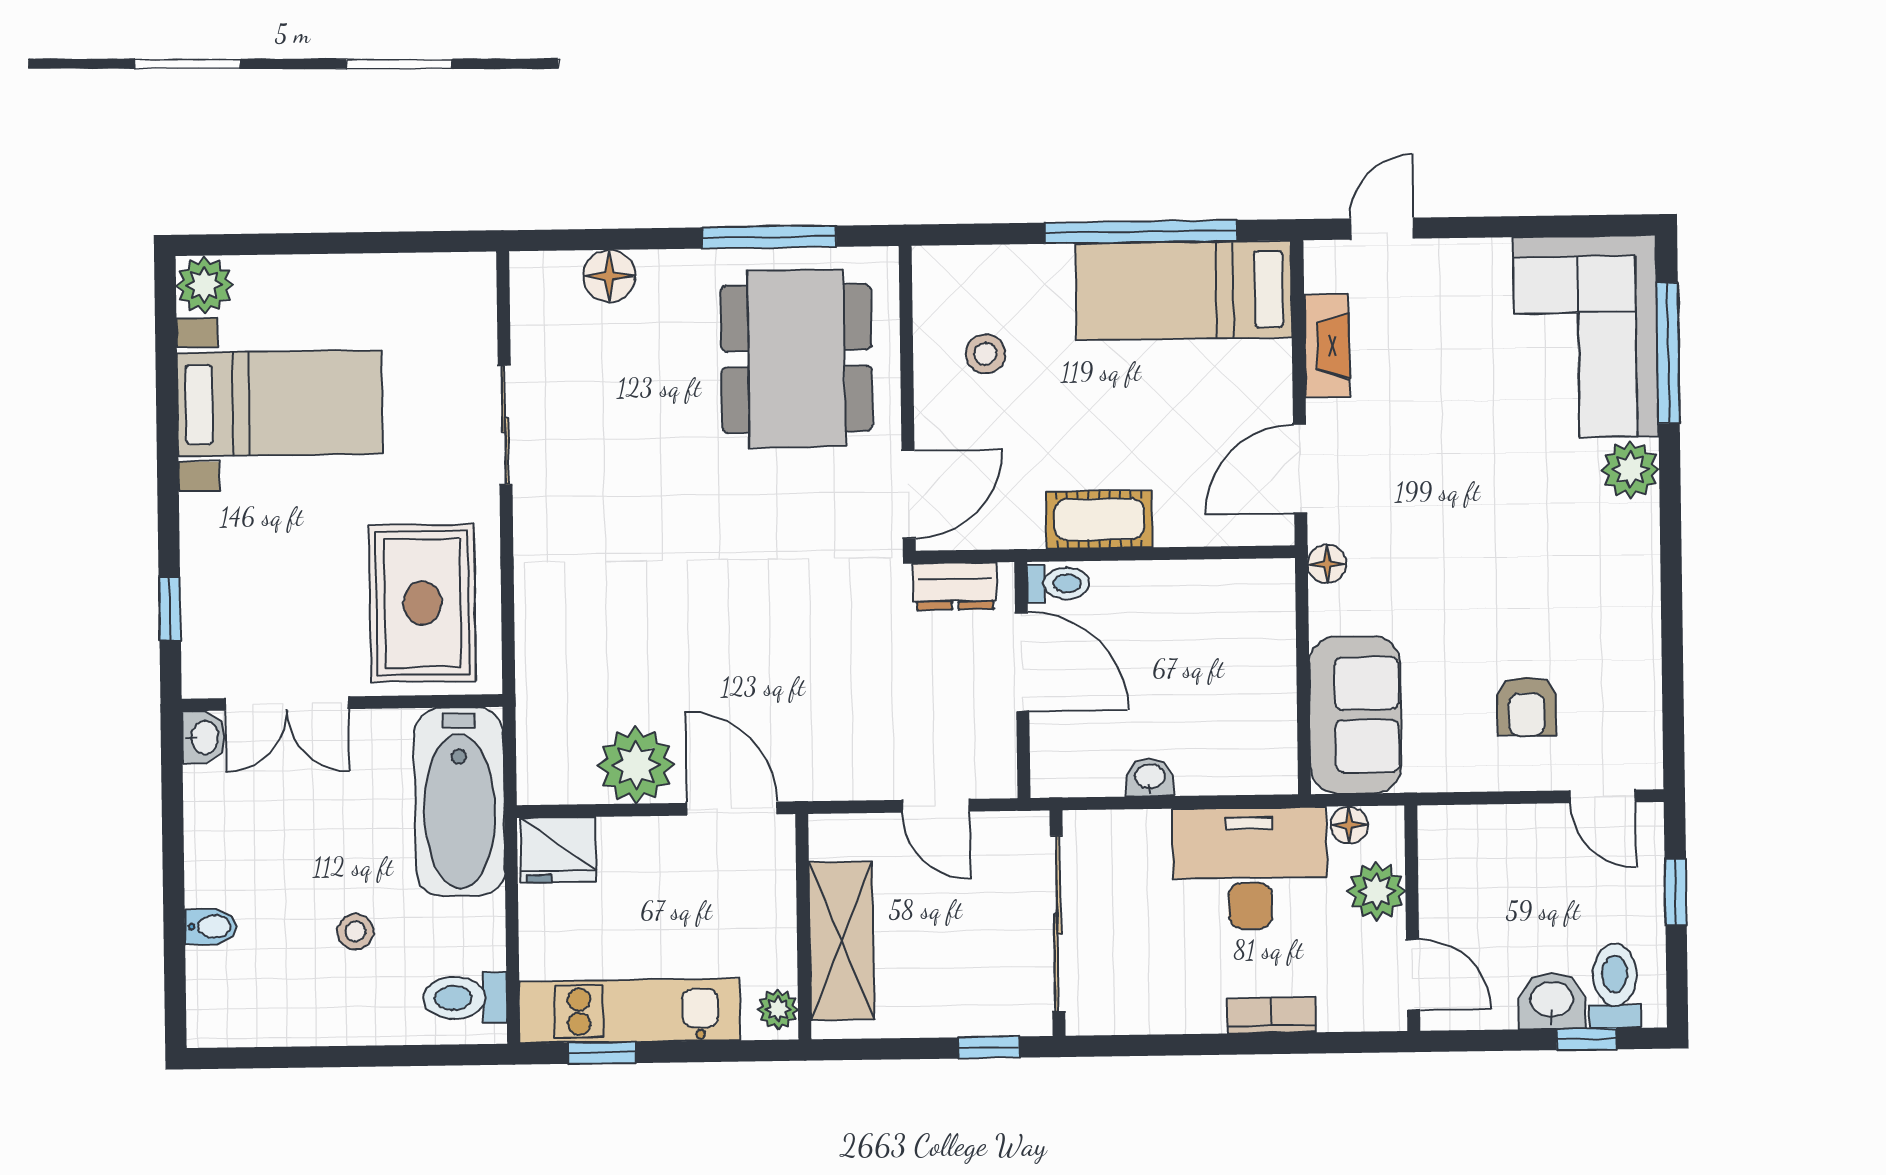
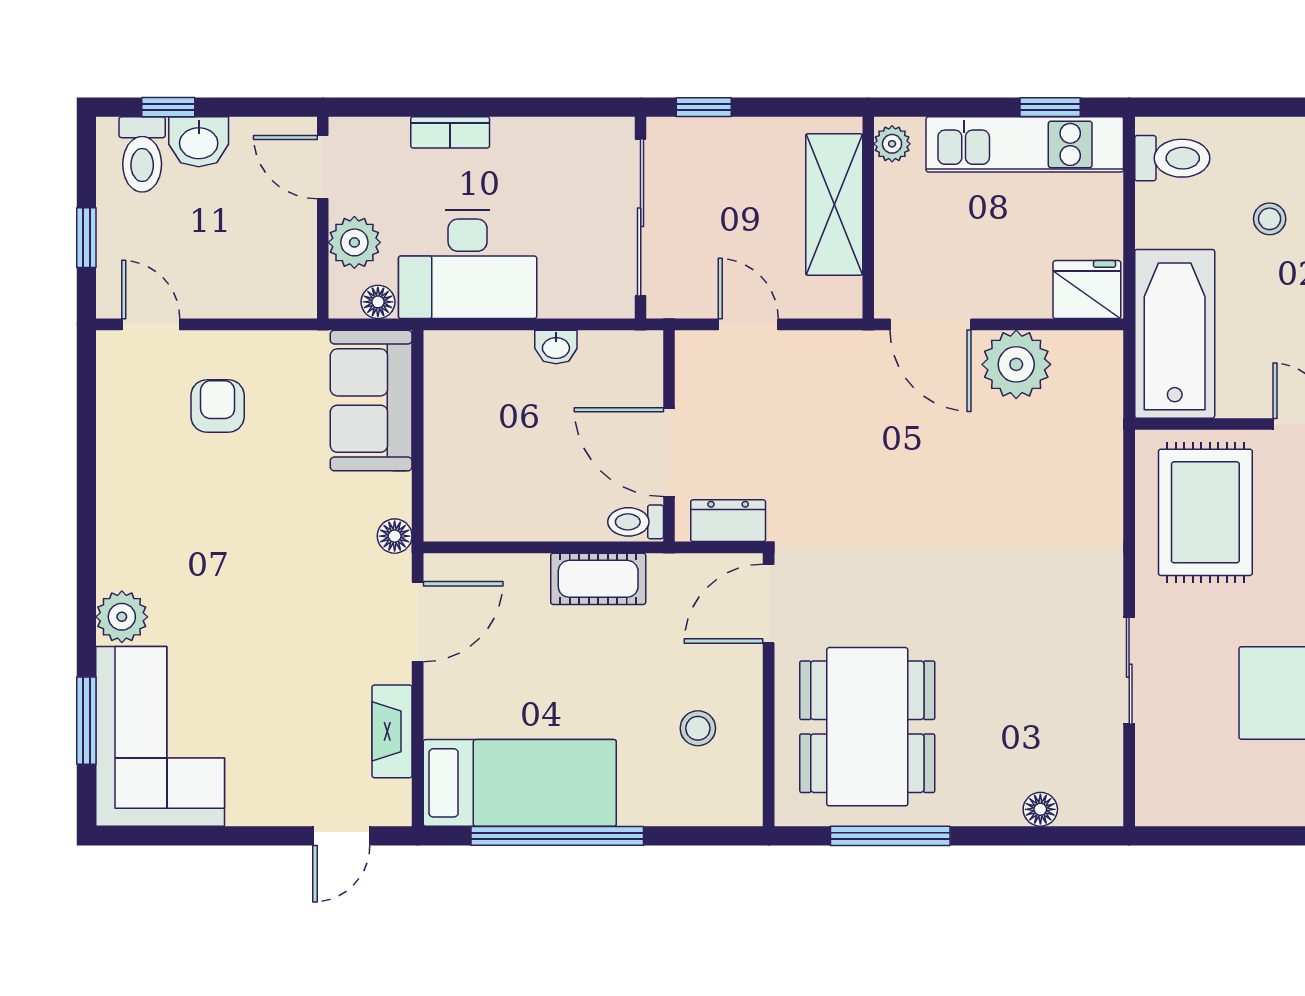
floor lamp: (609, 276) -> (1040, 809), width x0.73, depth x0.73
window: (1668, 353) -> (86, 721), width x0.69

